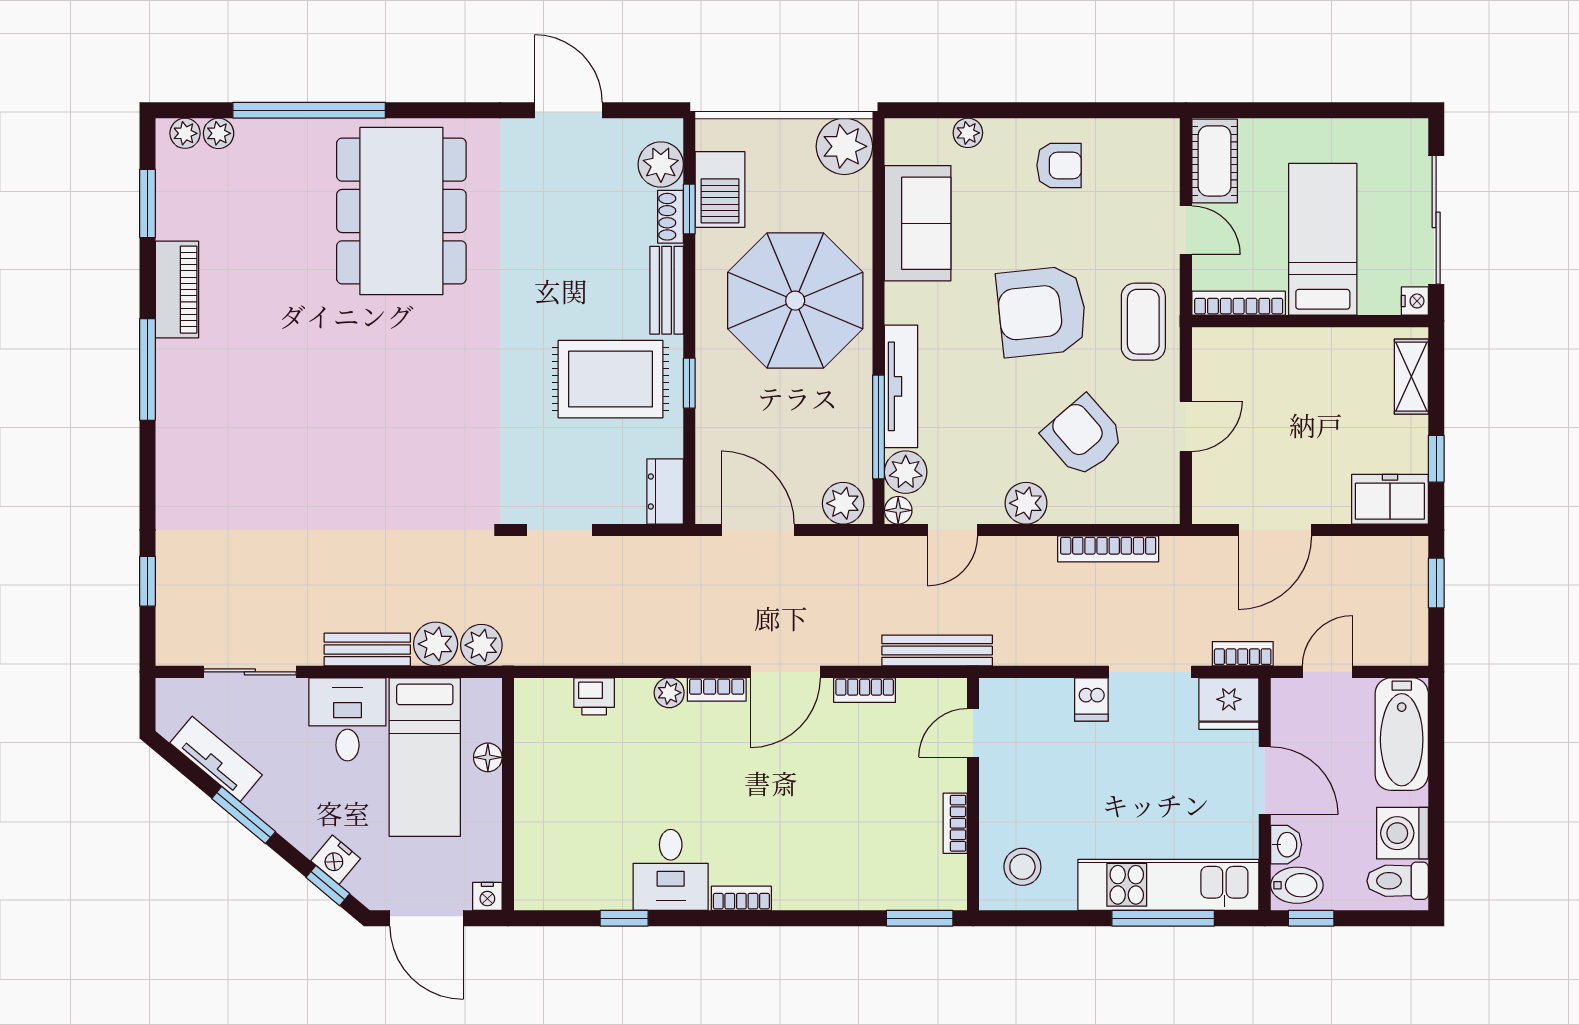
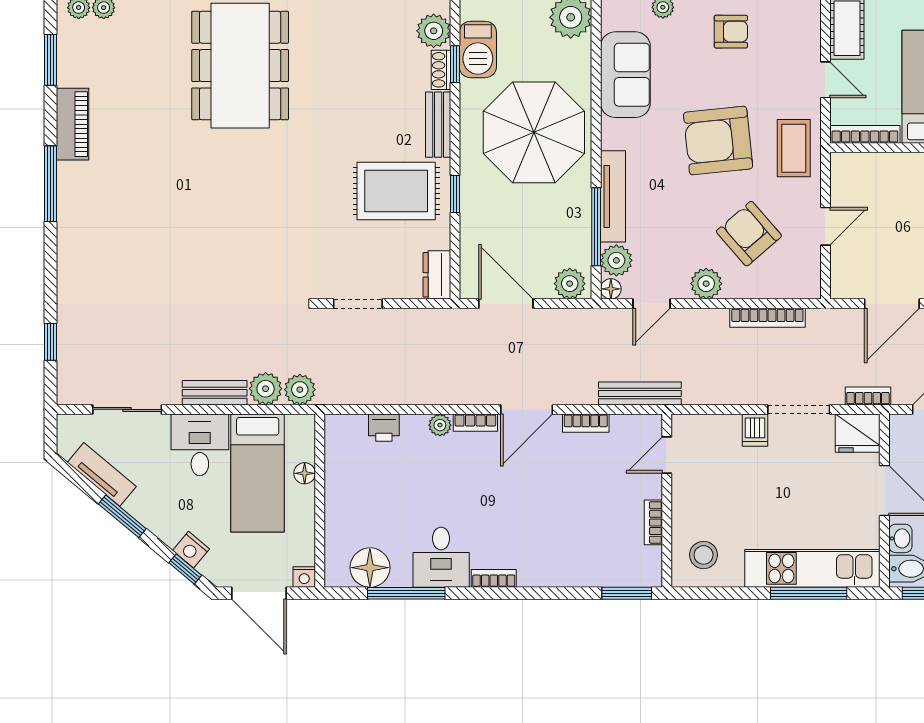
floor lamp: (575, 884) -> (370, 568), added
window: (624, 918) -> (406, 593), width x2.17

